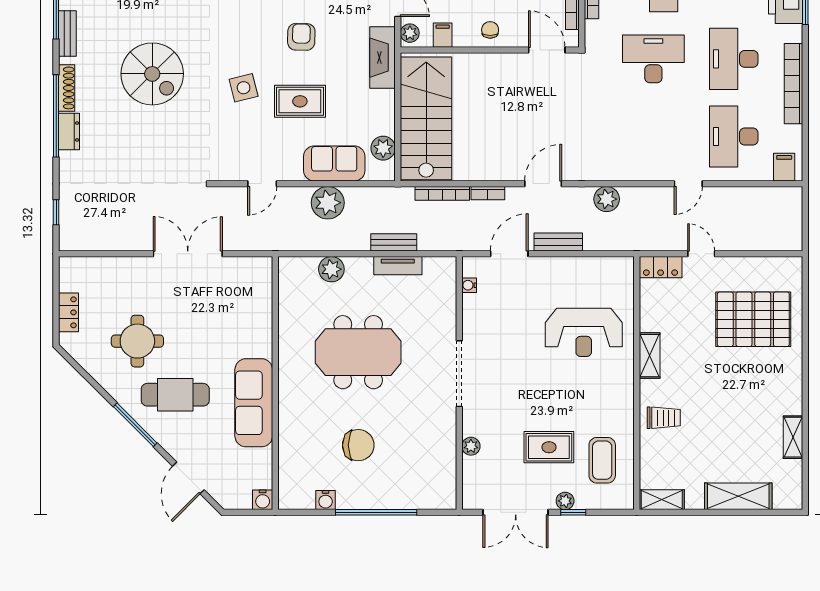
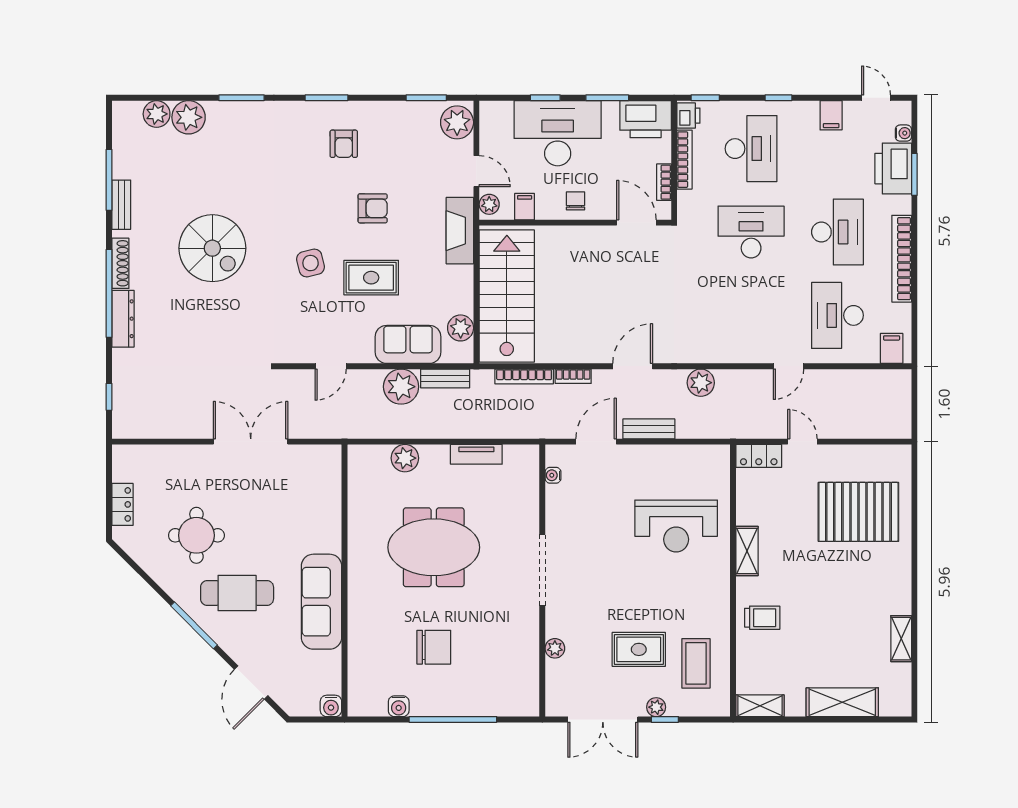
armchair: (301, 37) -> (373, 208), turned 89
desk: (734, 59) -> (837, 232), turned 180
dresser: (69, 131) -> (123, 319), width x1.44
bench: (394, 242) -> (445, 378), moved

